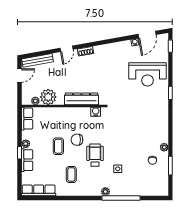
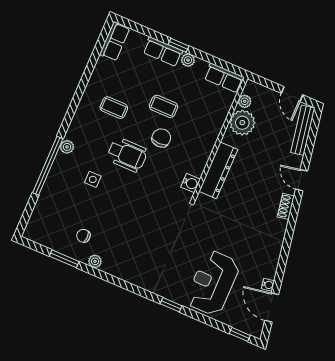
row of seats: (39, 190) -> (115, 41), width x0.68

